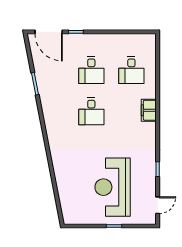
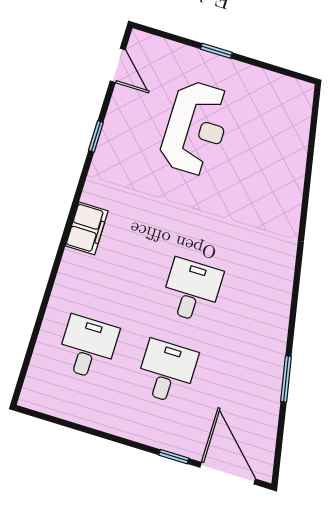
filing cabinet: (149, 110) -> (87, 228), moved
reception desk: (113, 187) -> (196, 128), width x0.74, depth x0.77
door: (158, 205) -> (118, 65), swing flipped

